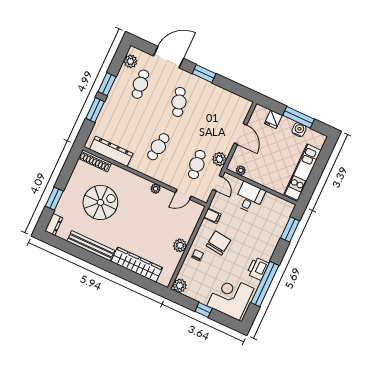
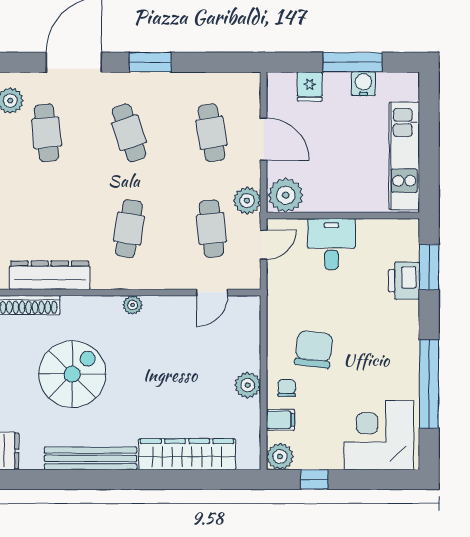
cafe table: (217, 120) -> (211, 133), added
plant: (241, 170) -> (286, 195), width x1.88, depth x1.88
door: (218, 183) -> (264, 245), hinge flipped
plant: (156, 189) -> (132, 305), moved
filing cabinet: (212, 216) -> (281, 420), moved
printer: (258, 269) -> (404, 281), moved
window: (204, 310) -> (314, 480), moved

